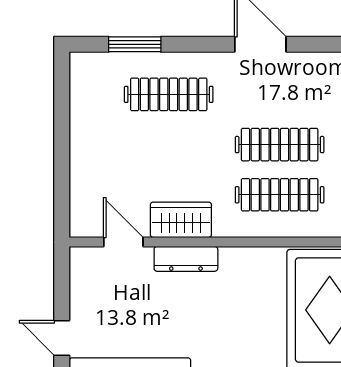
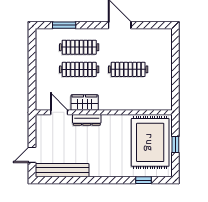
clothes rail: (280, 195) -> (79, 69), moved
door: (62, 338) -> (32, 155), hinge flipped

